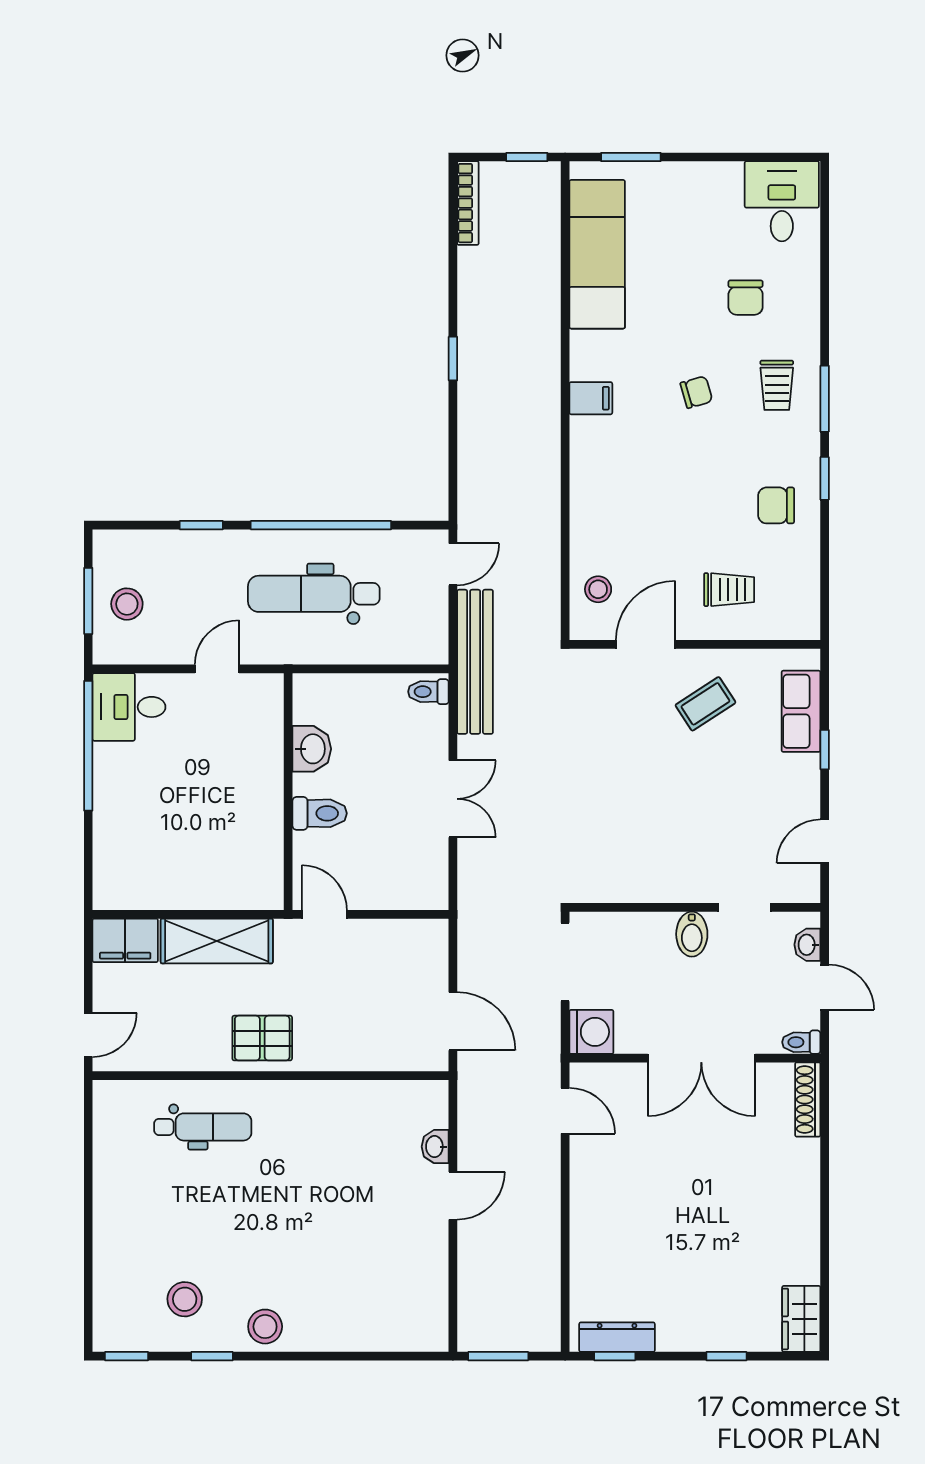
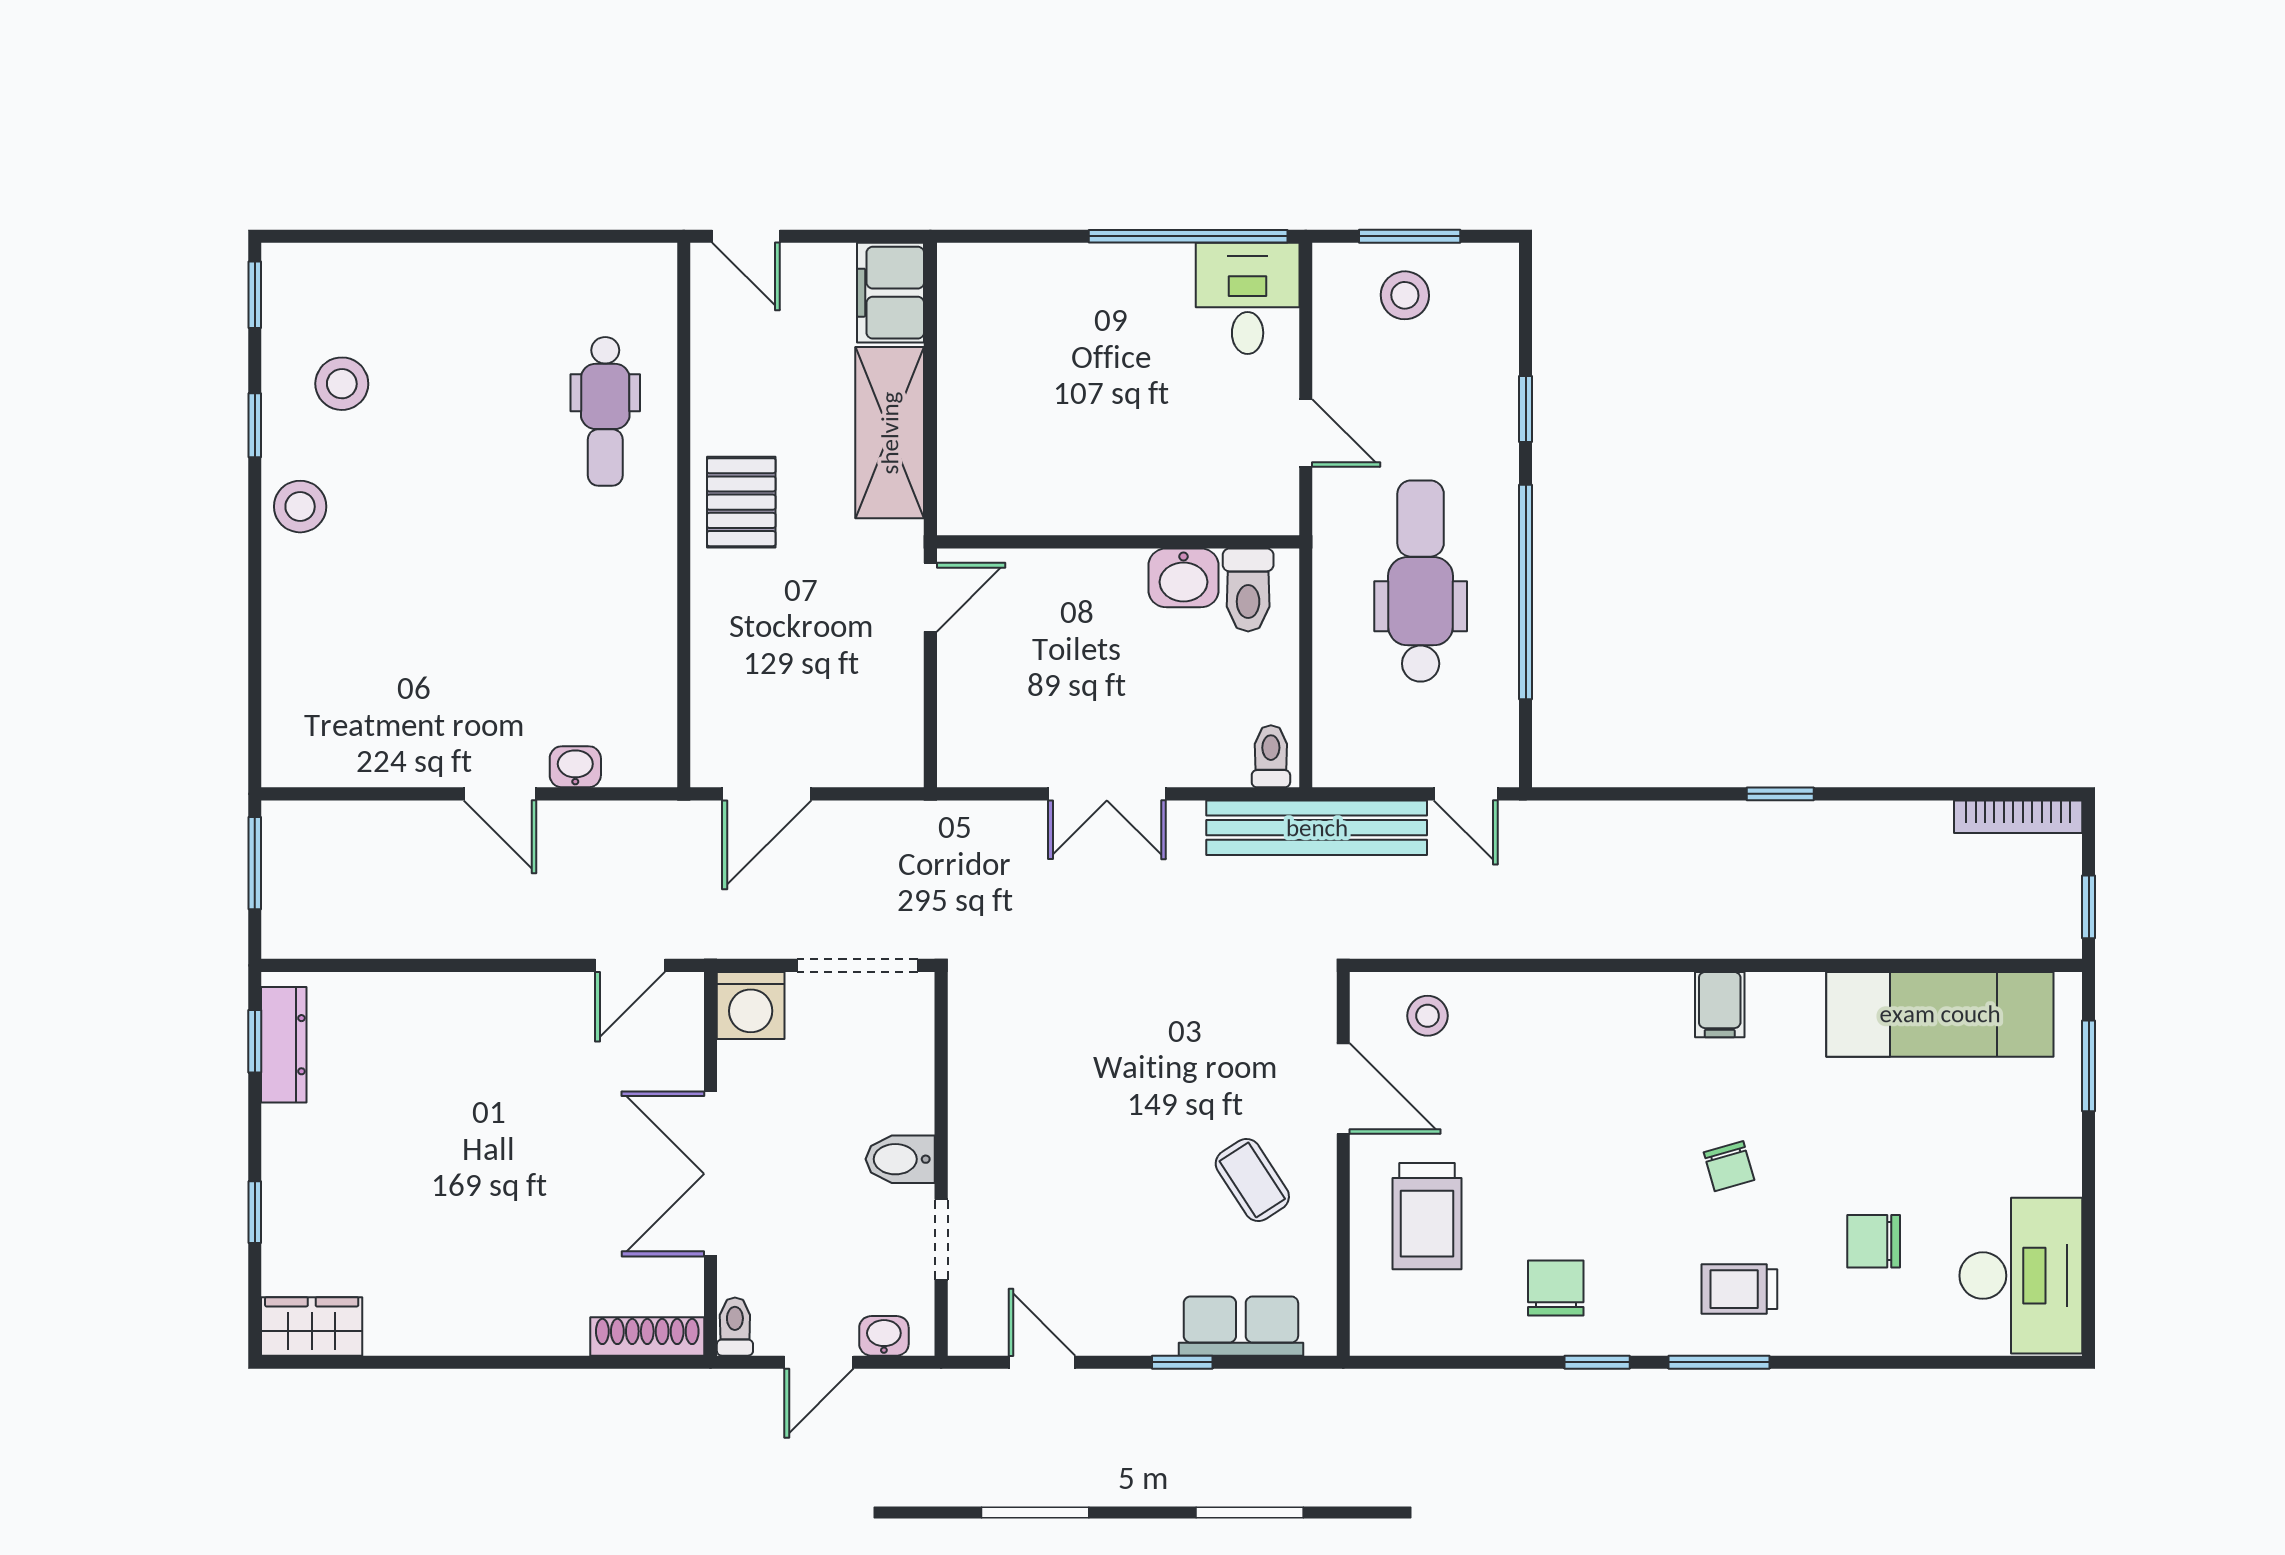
desk: (782, 201) -> (2021, 1276), width x1.37
trolley: (729, 590) -> (1427, 1216), width x1.36, depth x1.39
toilet: (320, 813) -> (1248, 590), moved

